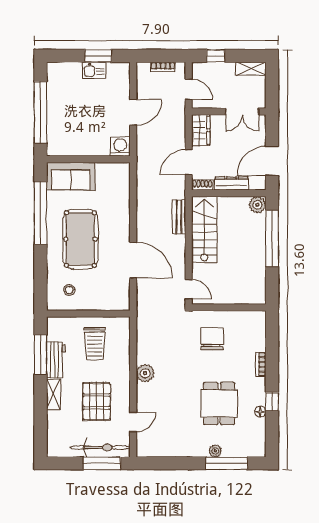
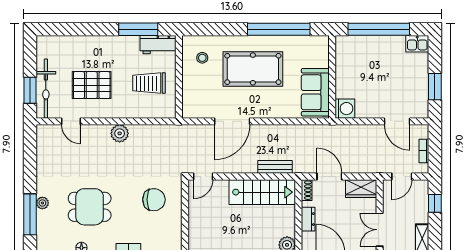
kitchen sink: (94, 70) -> (417, 44), moved, turned -90
door: (133, 112) -> (397, 121), moved
sofa: (71, 176) -> (315, 92), moved
dresser: (232, 183) -> (308, 219), width x0.70
workbench: (56, 360) -> (158, 45), moved
shelving: (54, 394) -> (99, 42), removed
window: (102, 463) -> (30, 90), width x0.69

